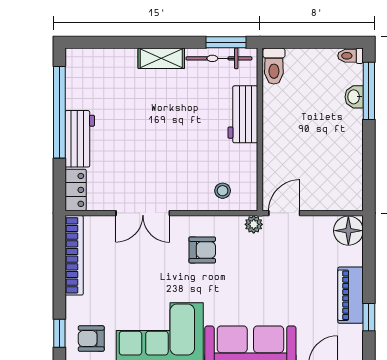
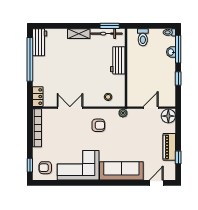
toilet: (274, 66) -> (143, 37), moved
workbench: (80, 139) -> (40, 42), moved
window: (369, 152) -> (178, 79), added
double door: (143, 213) -> (70, 108), swing flipped
door: (284, 213) -> (151, 108), moved

